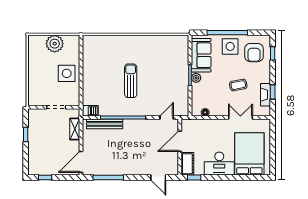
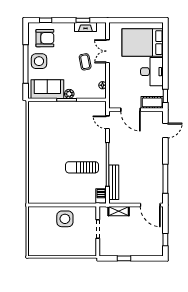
plant: (55, 44) -> (36, 230), removed
sun lounger: (131, 81) -> (82, 167), moved
coffee table: (238, 85) -> (85, 62), moved

